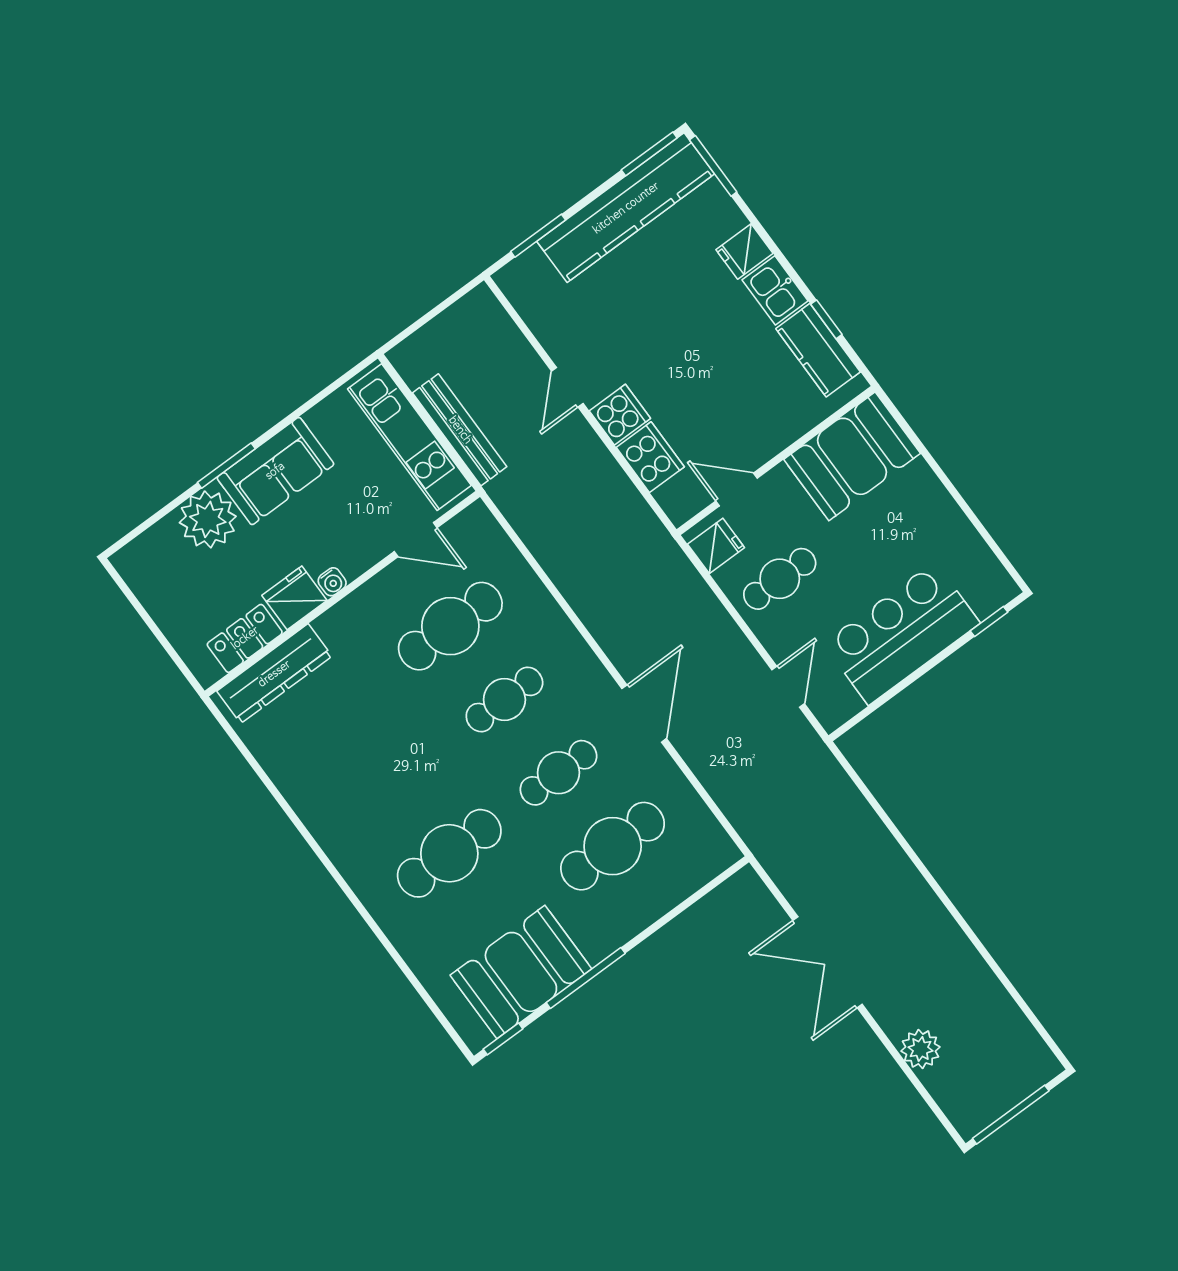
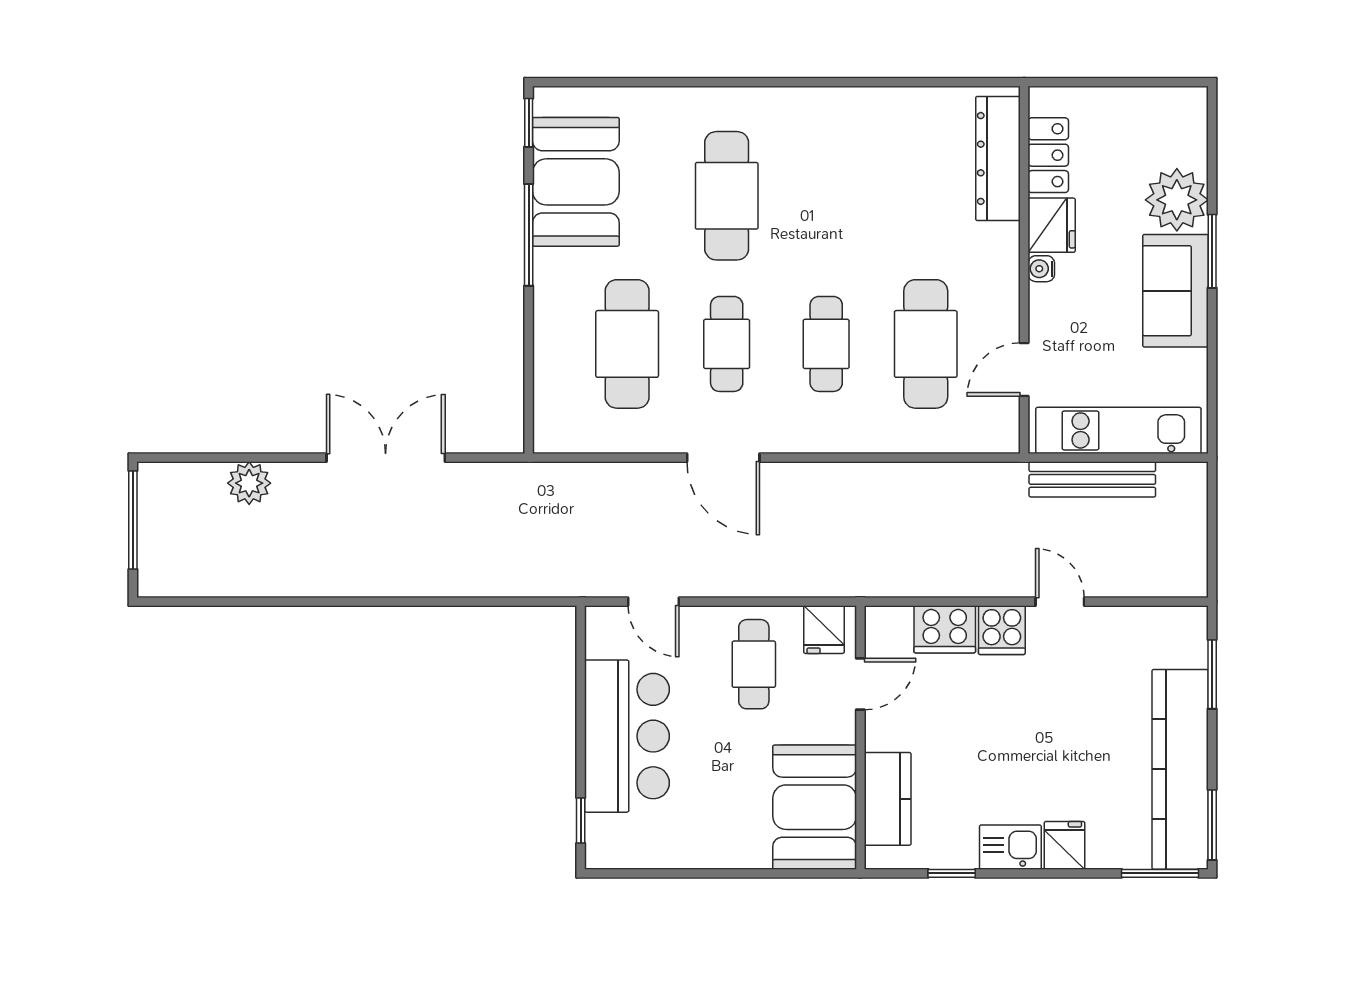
kitchen counter: (818, 350) -> (888, 799), moved, turned 90

